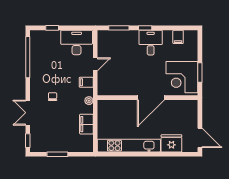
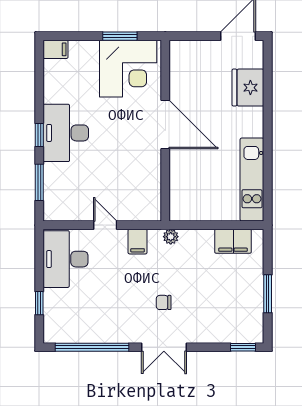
filing cabinet: (178, 37) -> (55, 49), moved
desk: (151, 43) -> (66, 133), width x1.37
double door: (28, 113) -> (164, 347), moved
filing cabinet: (86, 124) -> (233, 241), moved
kitchen unit: (129, 146) -> (252, 180), width x0.73

